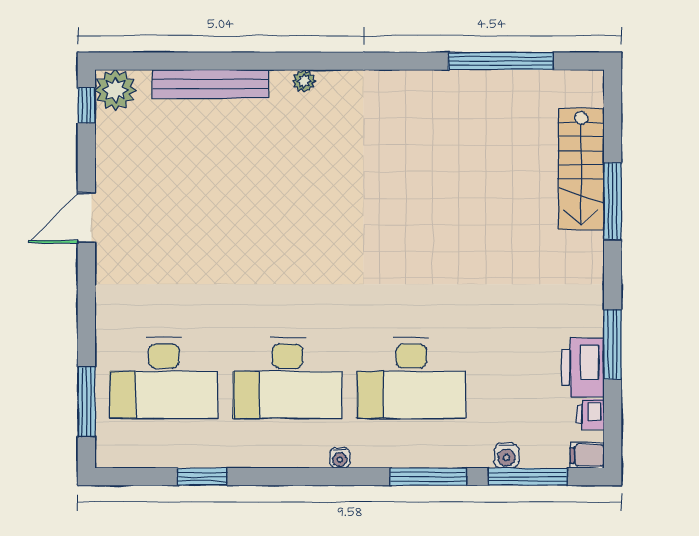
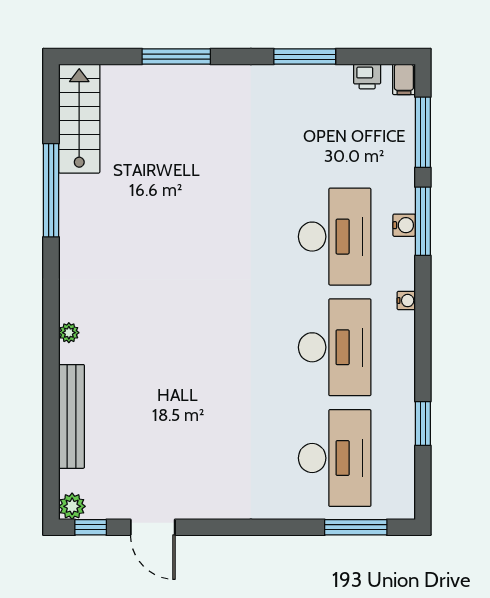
window: (501, 61) -> (51, 190), moved
plant: (115, 90) -> (72, 506), width x0.73, depth x0.73
stairs: (581, 169) -> (79, 119), moved, turned -90
door: (86, 218) -> (153, 527), moved
printer: (583, 367) -> (325, 83), removed
water cooler: (507, 456) -> (404, 225), moved

